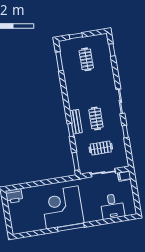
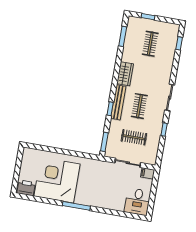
wardrobe: (73, 94) -> (125, 74), added
bench: (76, 122) -> (118, 102), width x1.36
printer: (14, 196) -> (26, 188), moved, turned 180
desk: (112, 206) -> (137, 202), moved
corner desk: (62, 207) -> (57, 180), moved

